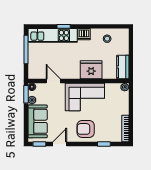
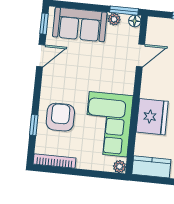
corner sofa: (85, 97) -> (108, 124), moved
armchair: (86, 129) -> (60, 117), moved
door: (60, 144) -> (41, 56), hinge flipped

